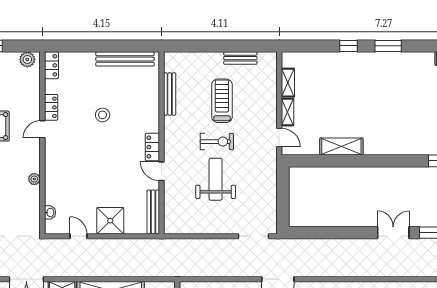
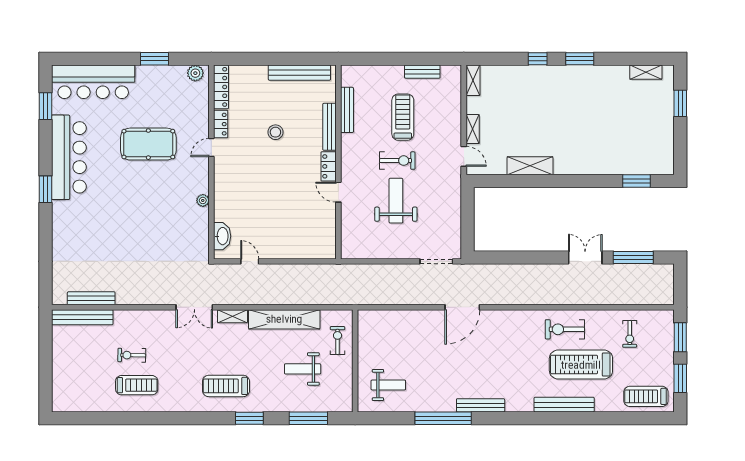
locker: (51, 65) -> (221, 87), width x1.53
shelving: (288, 83) -> (473, 80), moved
washbasin: (50, 212) -> (222, 236), width x1.91, depth x1.45
bench: (153, 212) -> (329, 127), moved
shower: (110, 221) -> (284, 245), removed

